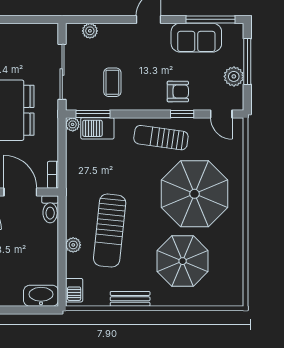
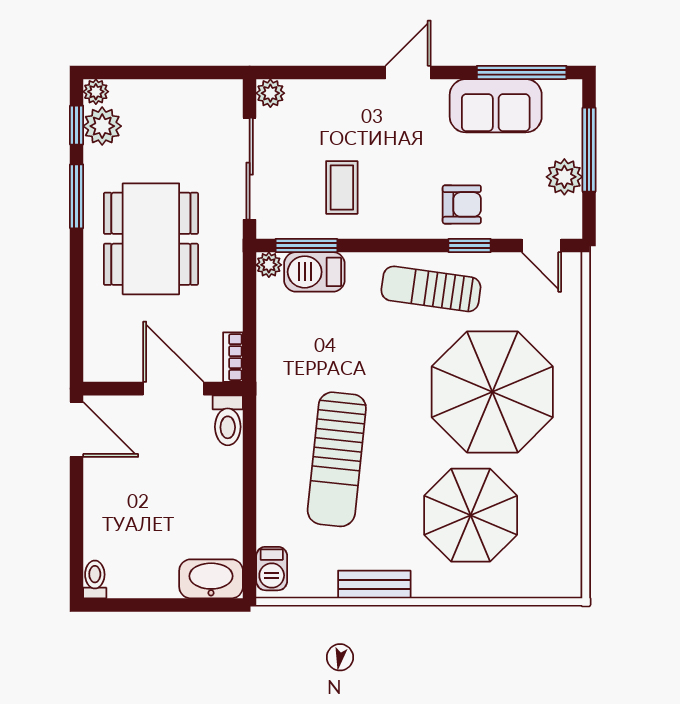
plant: (90, 31) -> (270, 93), moved
plant: (73, 245) -> (270, 486), removed

